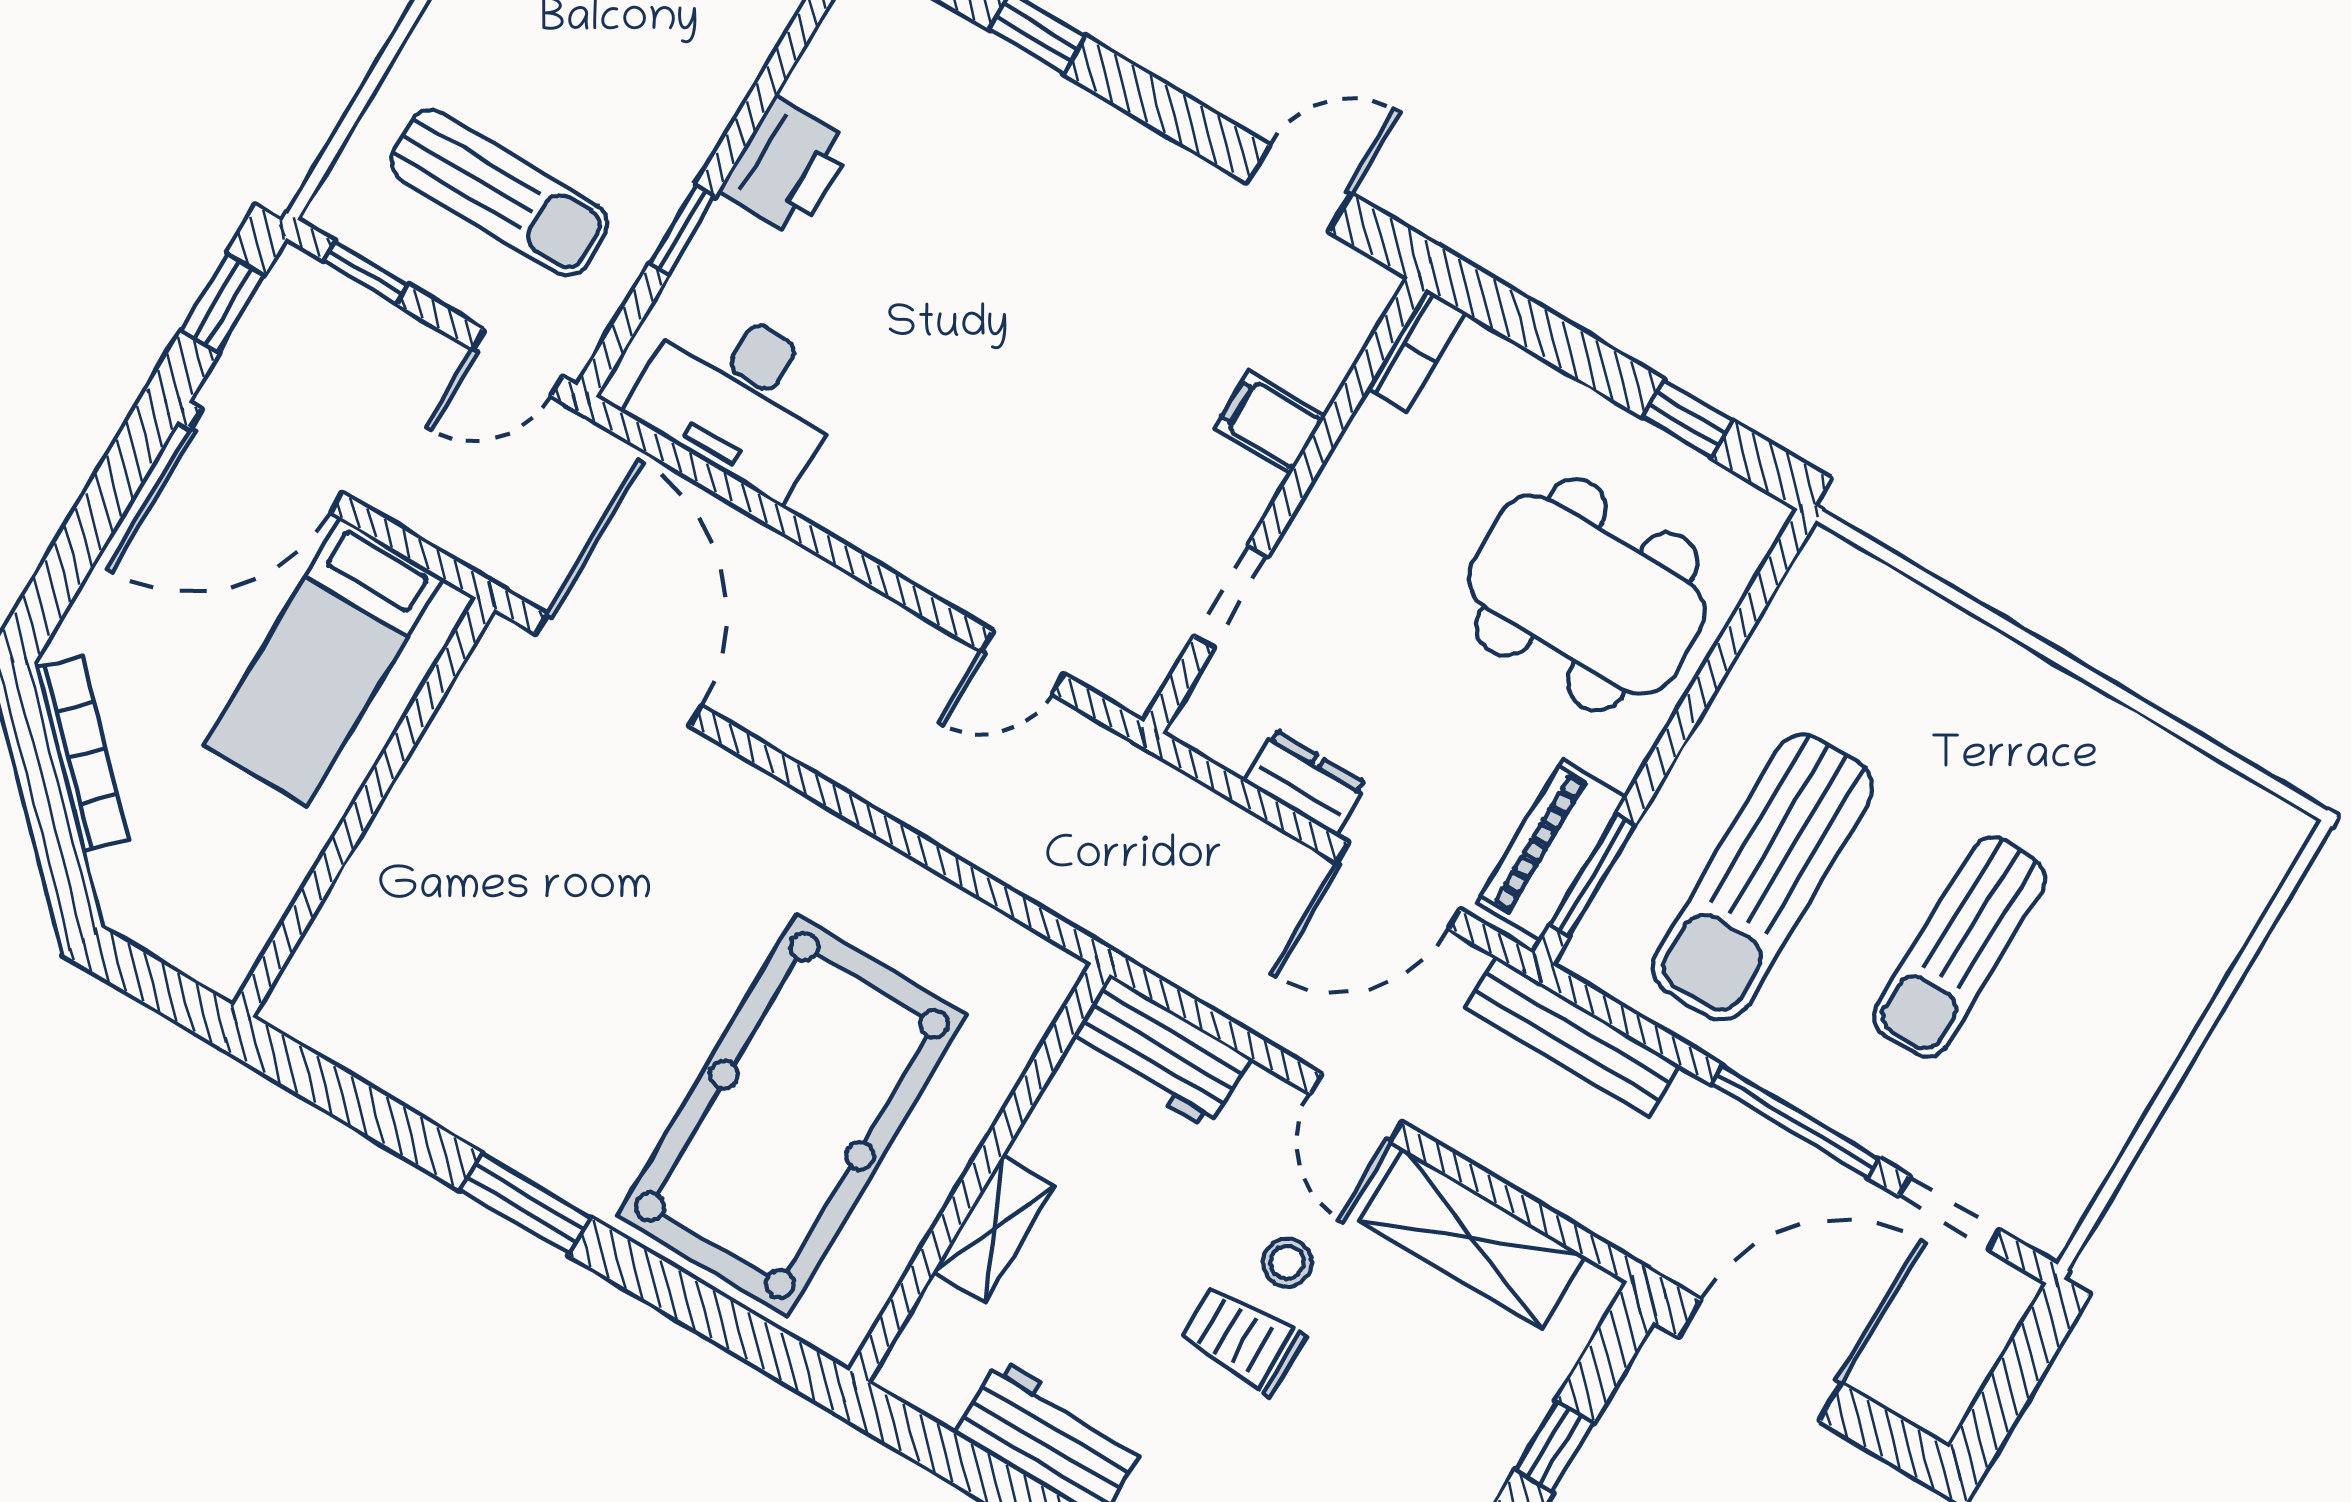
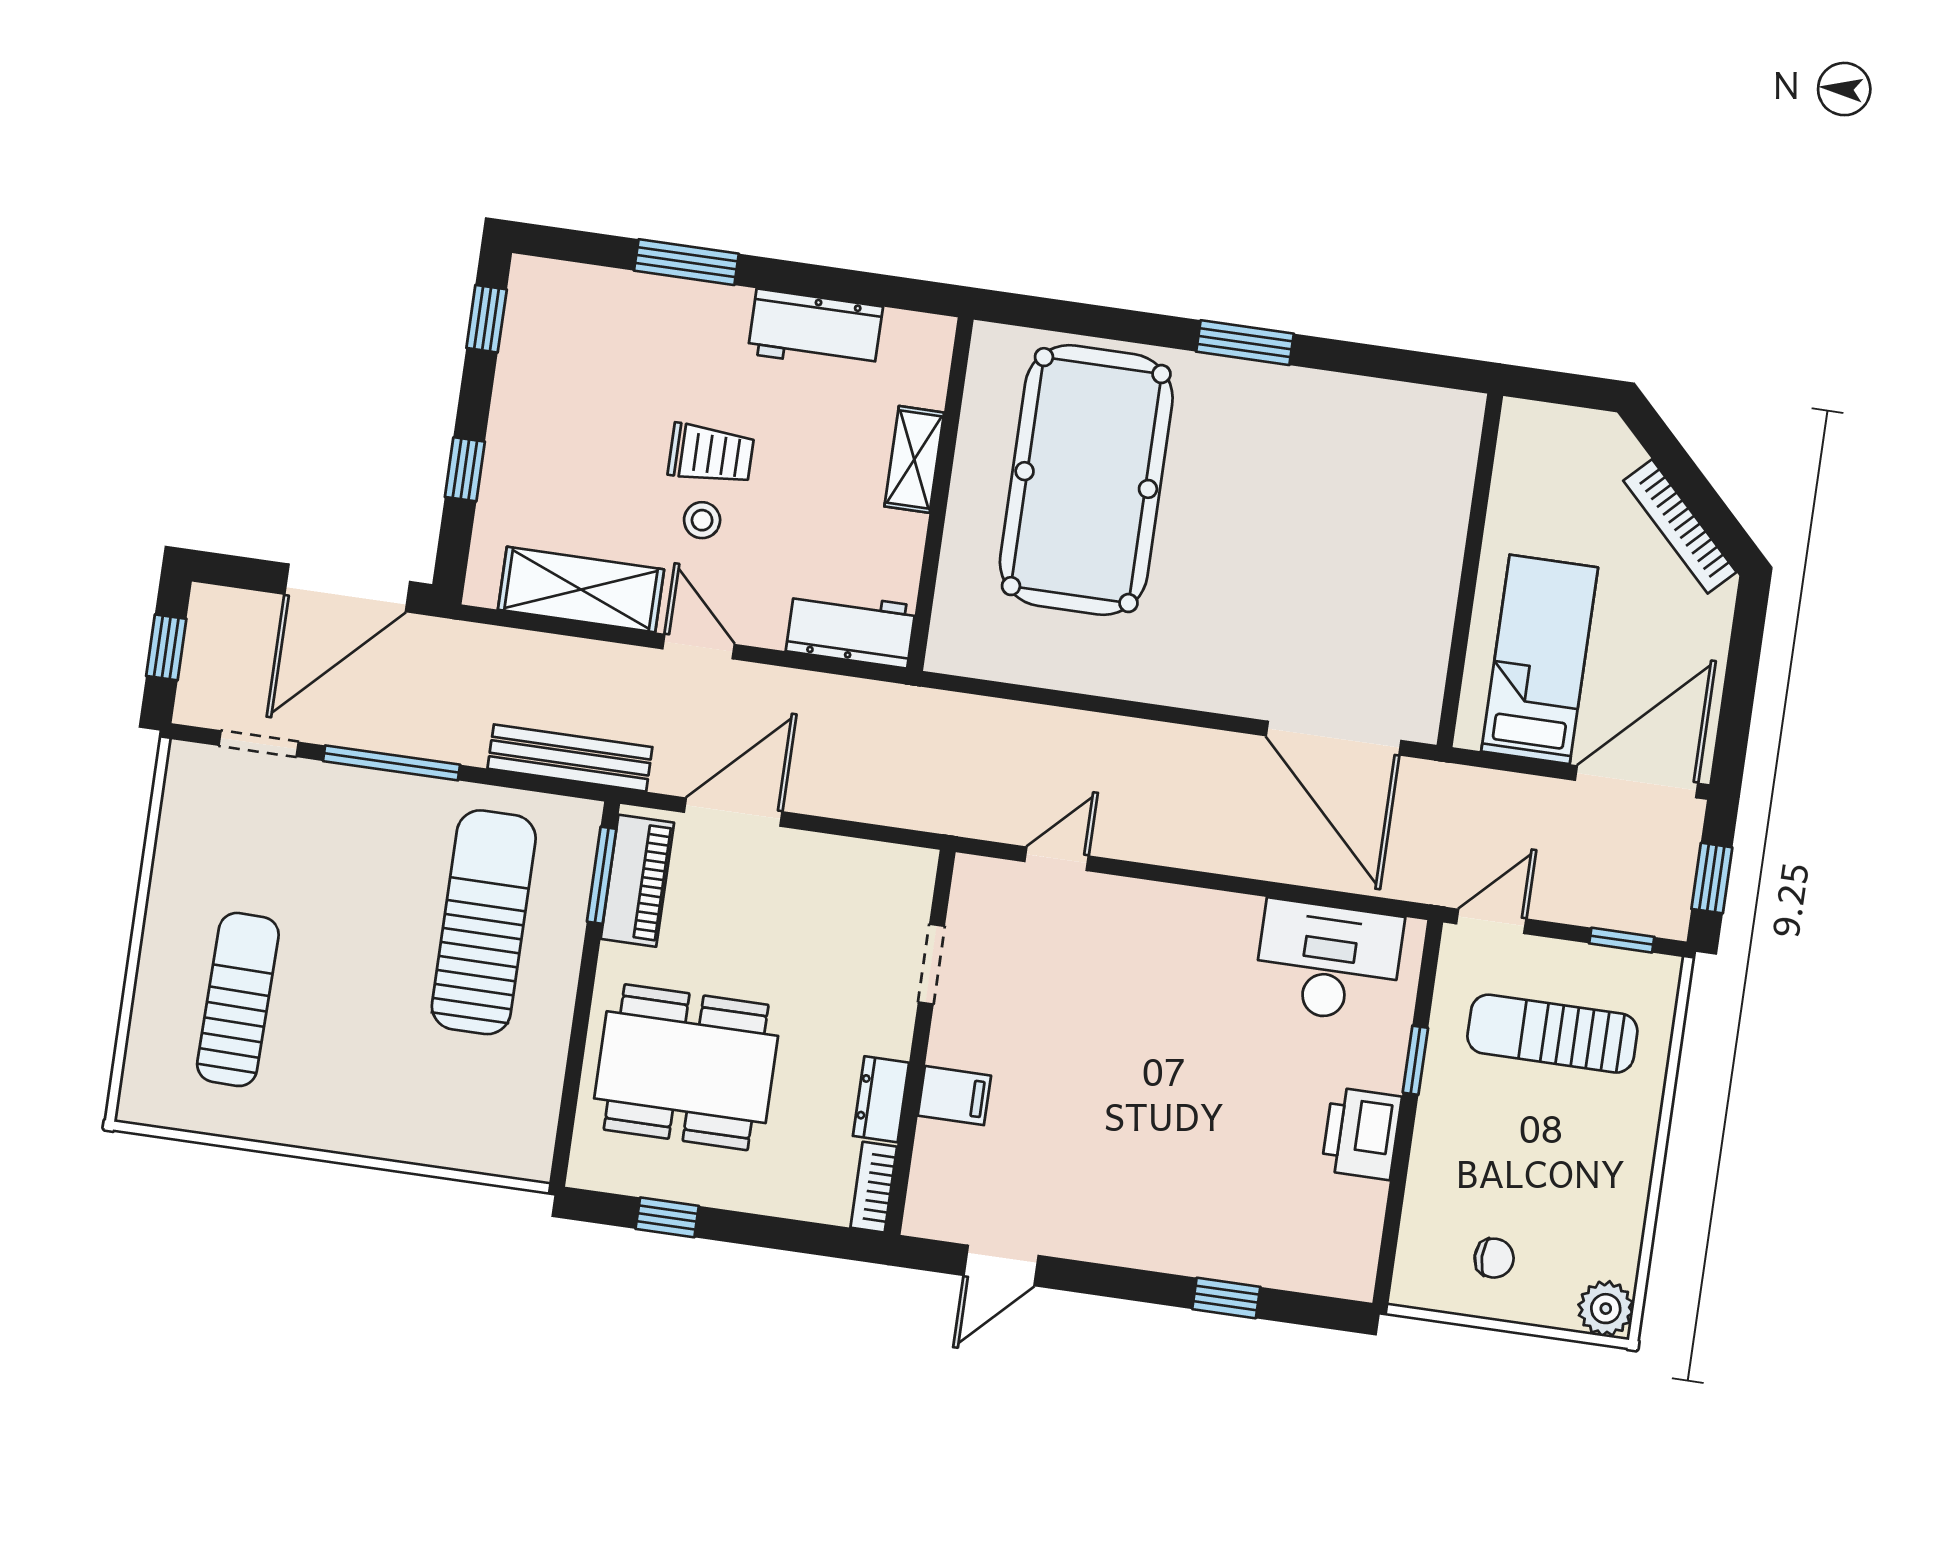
dresser: (1305, 783) -> (881, 1099), moved, turned 90
sun lounger: (1960, 947) -> (238, 999), moved
window: (2014, 1379) -> (166, 647), added

